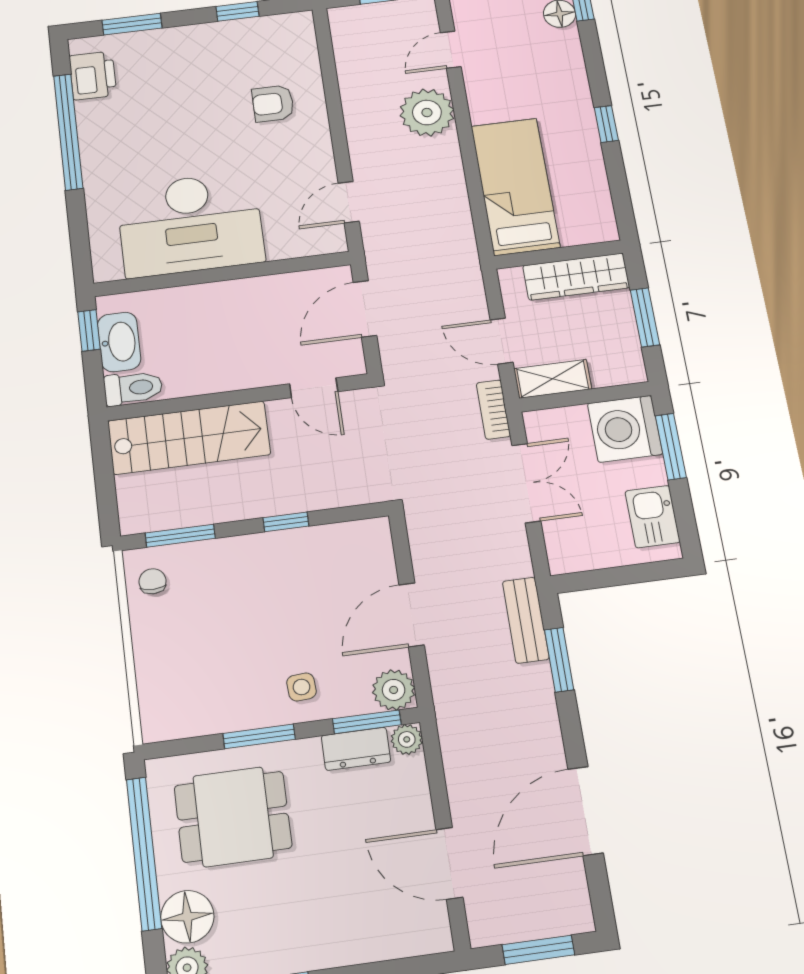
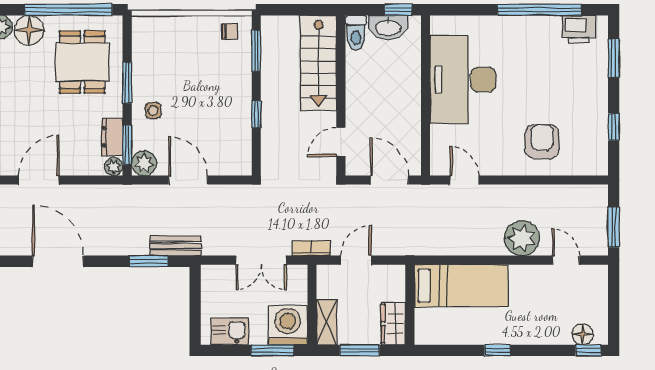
armchair: (273, 104) -> (542, 142), width x1.38, depth x1.38
wardrobe: (576, 277) -> (393, 324), width x0.67
shelving: (553, 379) -> (327, 322), moved

